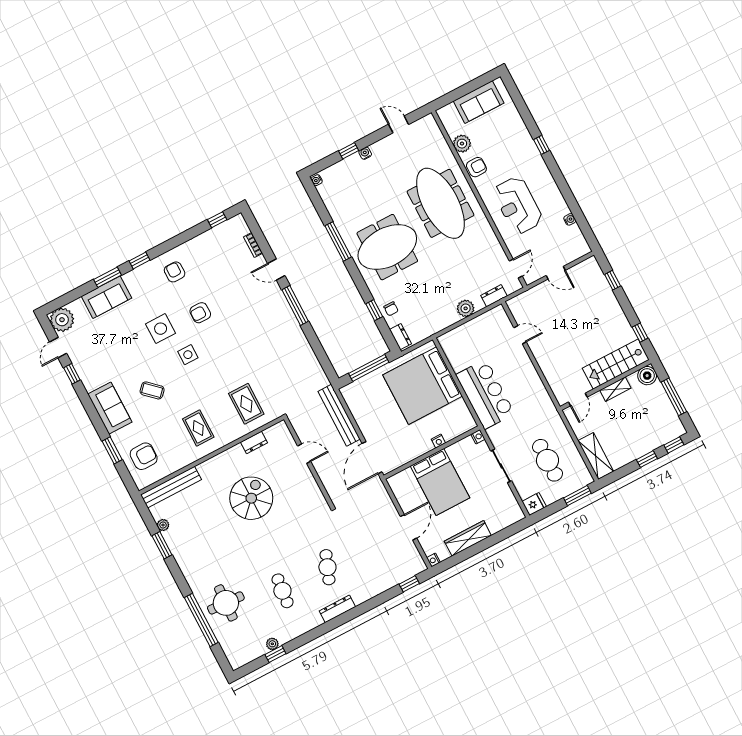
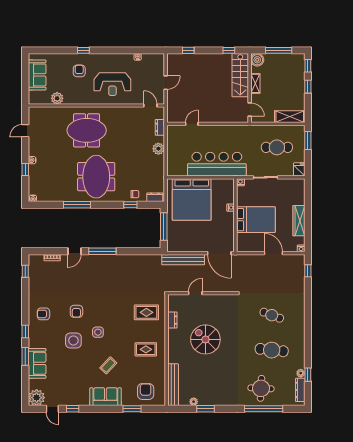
armchair: (476, 167) -> (79, 71), moved
meeting table: (440, 203) -> (87, 130), width x0.73
bar counter: (485, 394) -> (217, 164), width x1.36
cafe table: (282, 591) -> (272, 350), width x1.37, depth x1.35
dresser: (337, 609) -> (300, 390), moved

